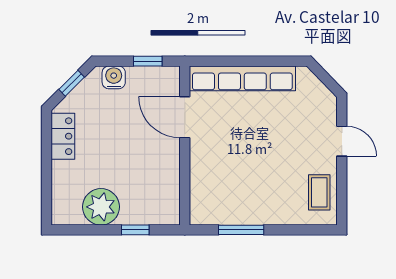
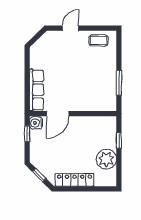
water cooler: (114, 77) -> (36, 123), moved
row of seats: (242, 78) -> (37, 90), width x0.73
locker: (63, 136) -> (75, 180), width x1.53

